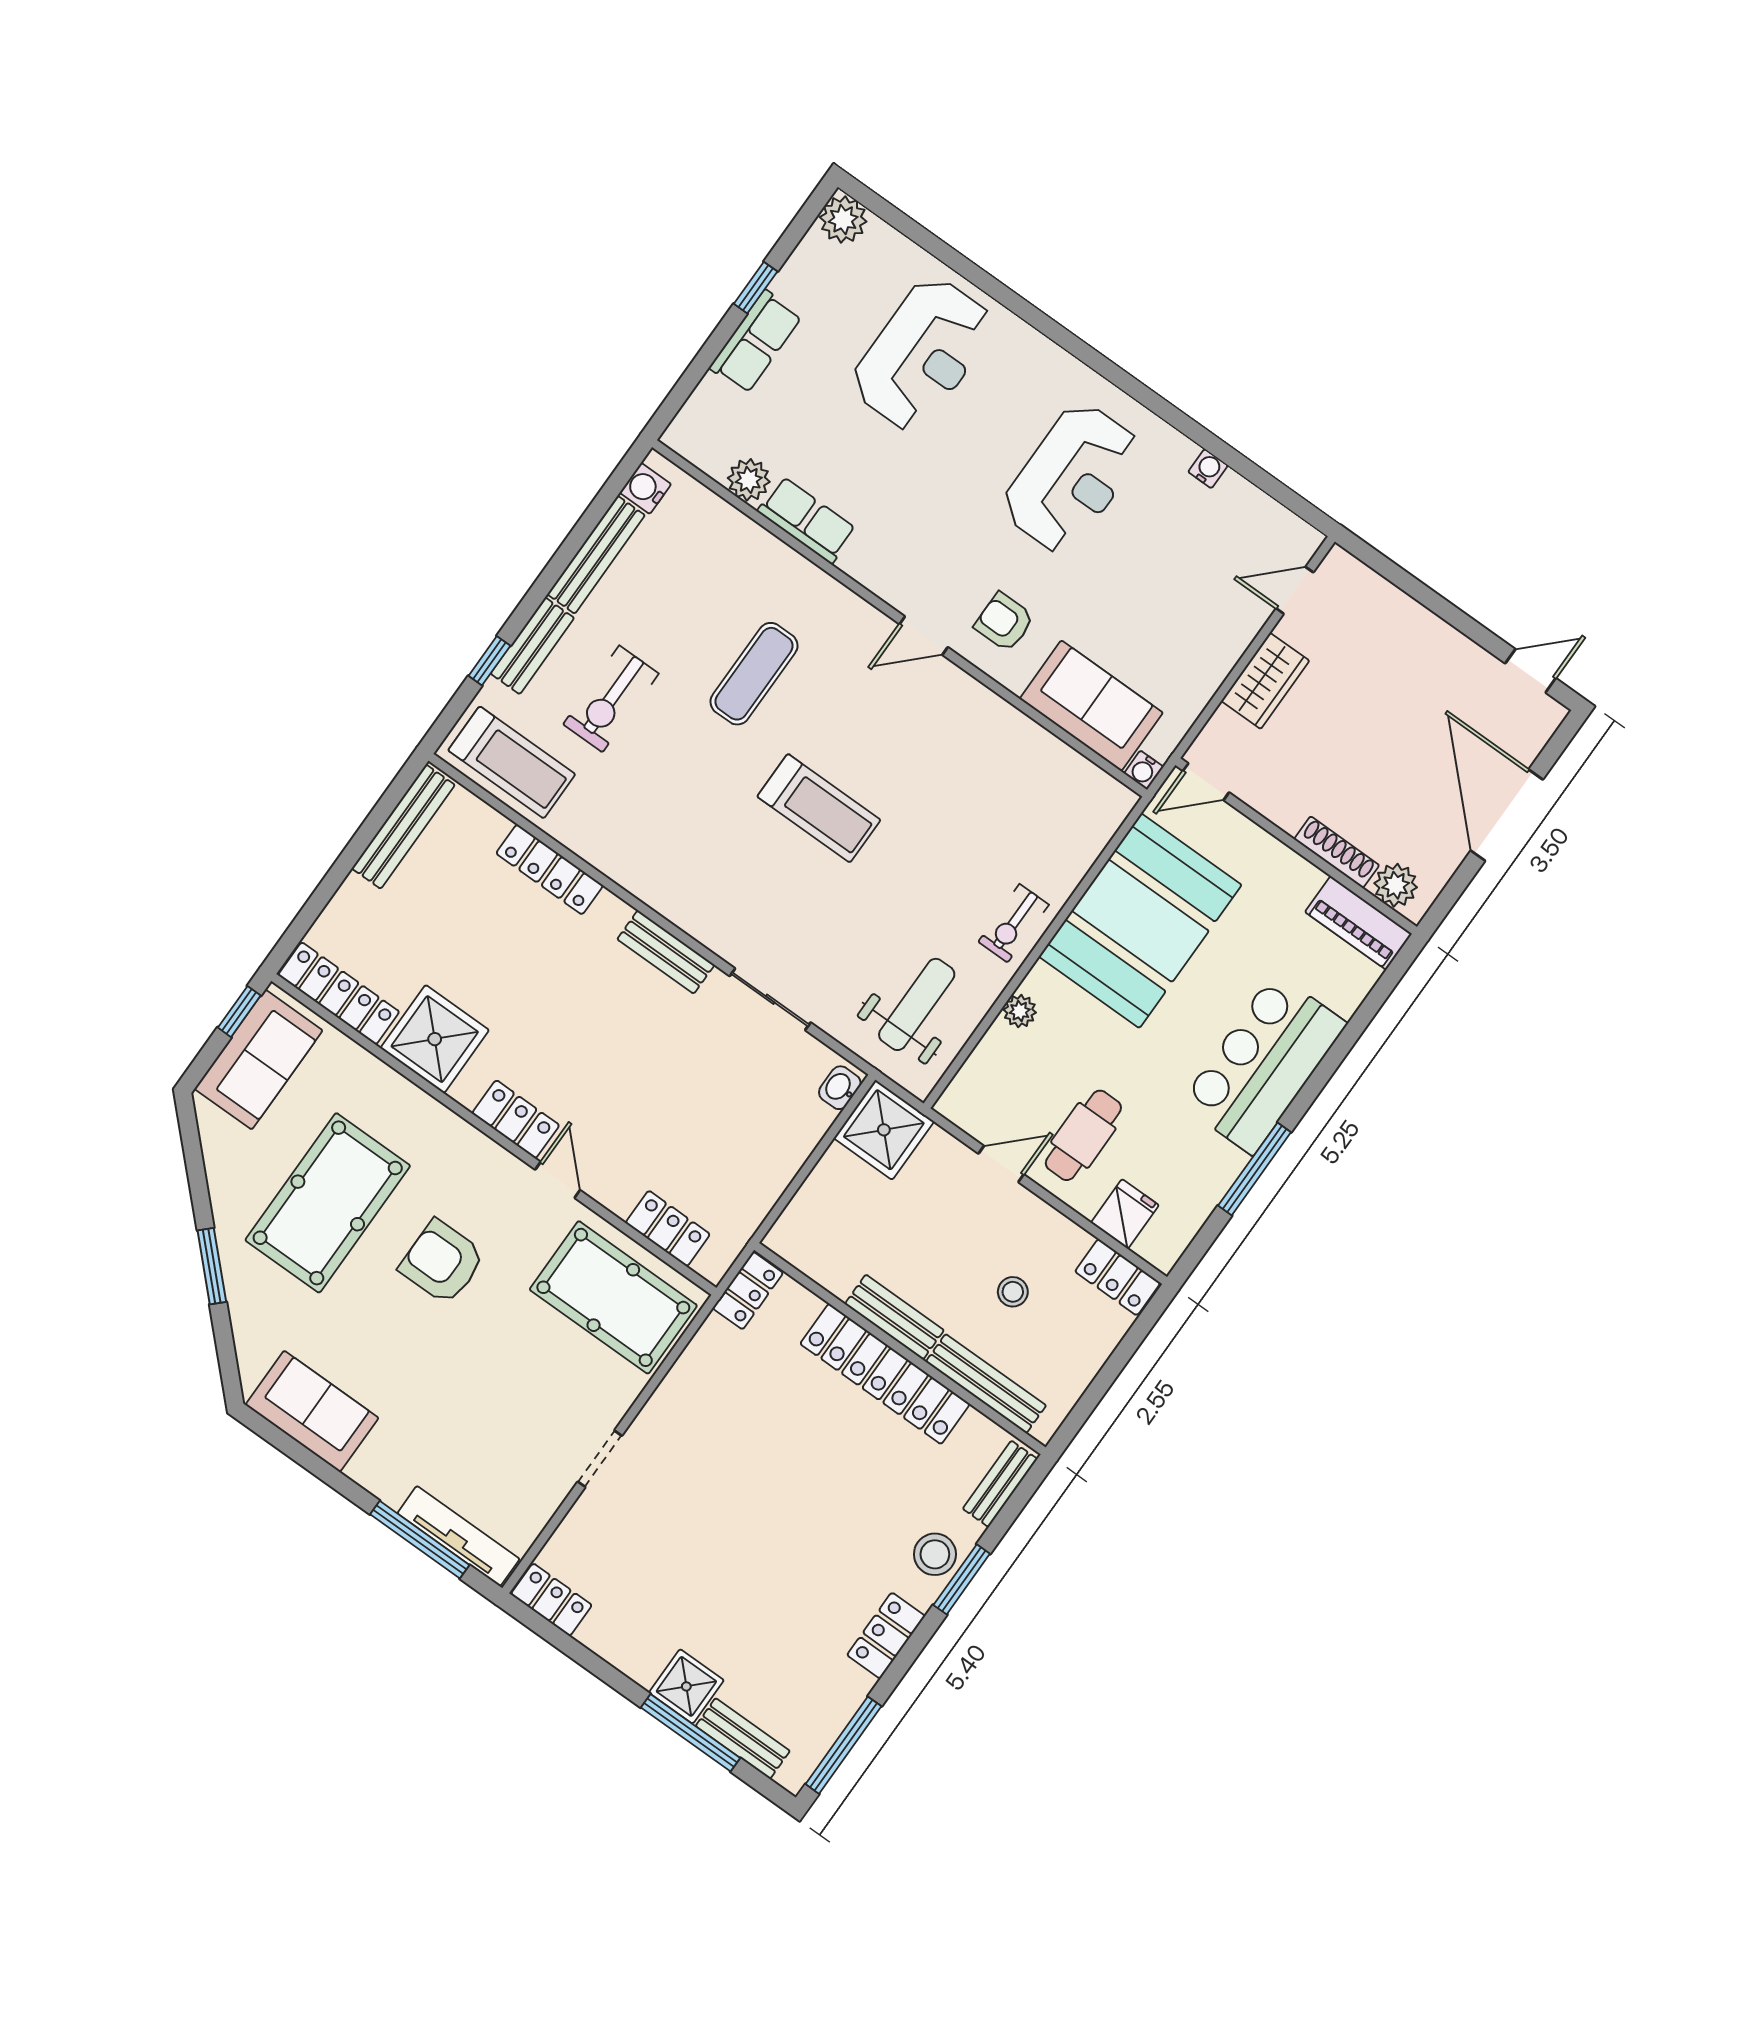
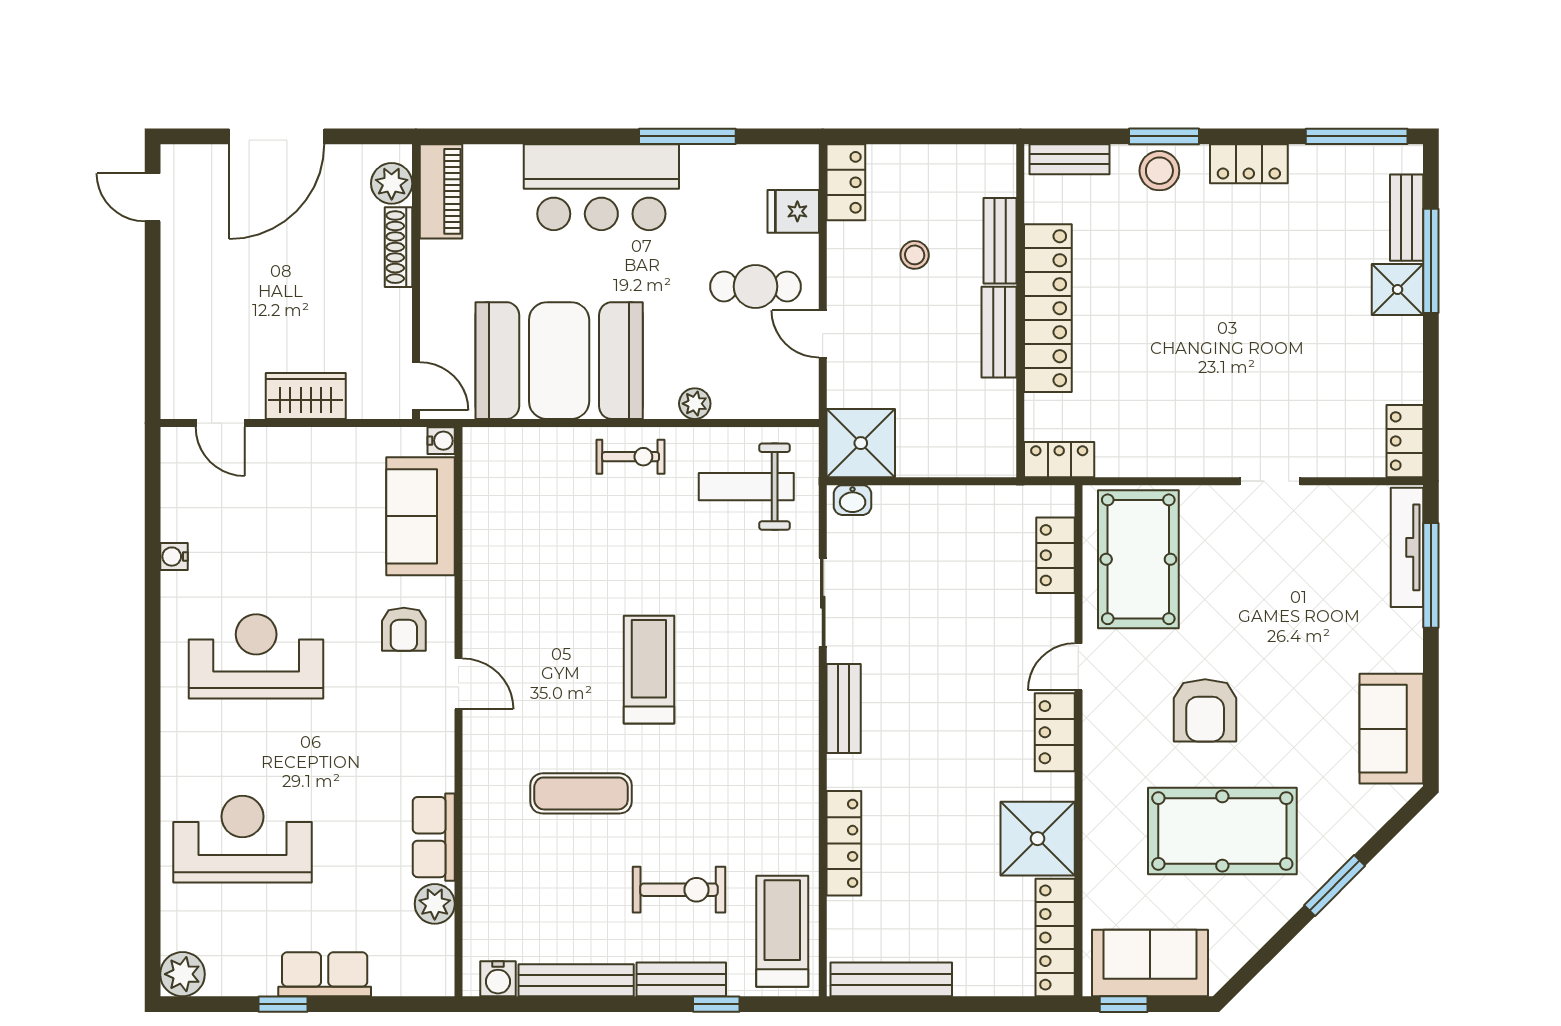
bench: (986, 1384) -> (1000, 241), width x0.73

